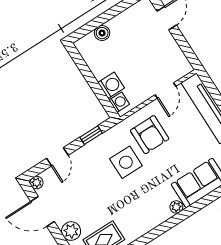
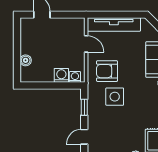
armchair: (150, 135) -> (107, 71), turned 180
door: (57, 157) -> (84, 137), swing flipped

